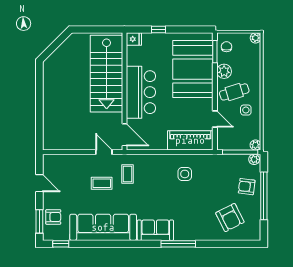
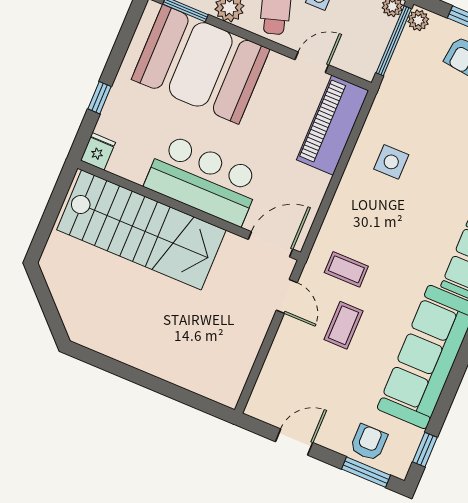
door: (104, 152) -> (287, 296), swing flipped

